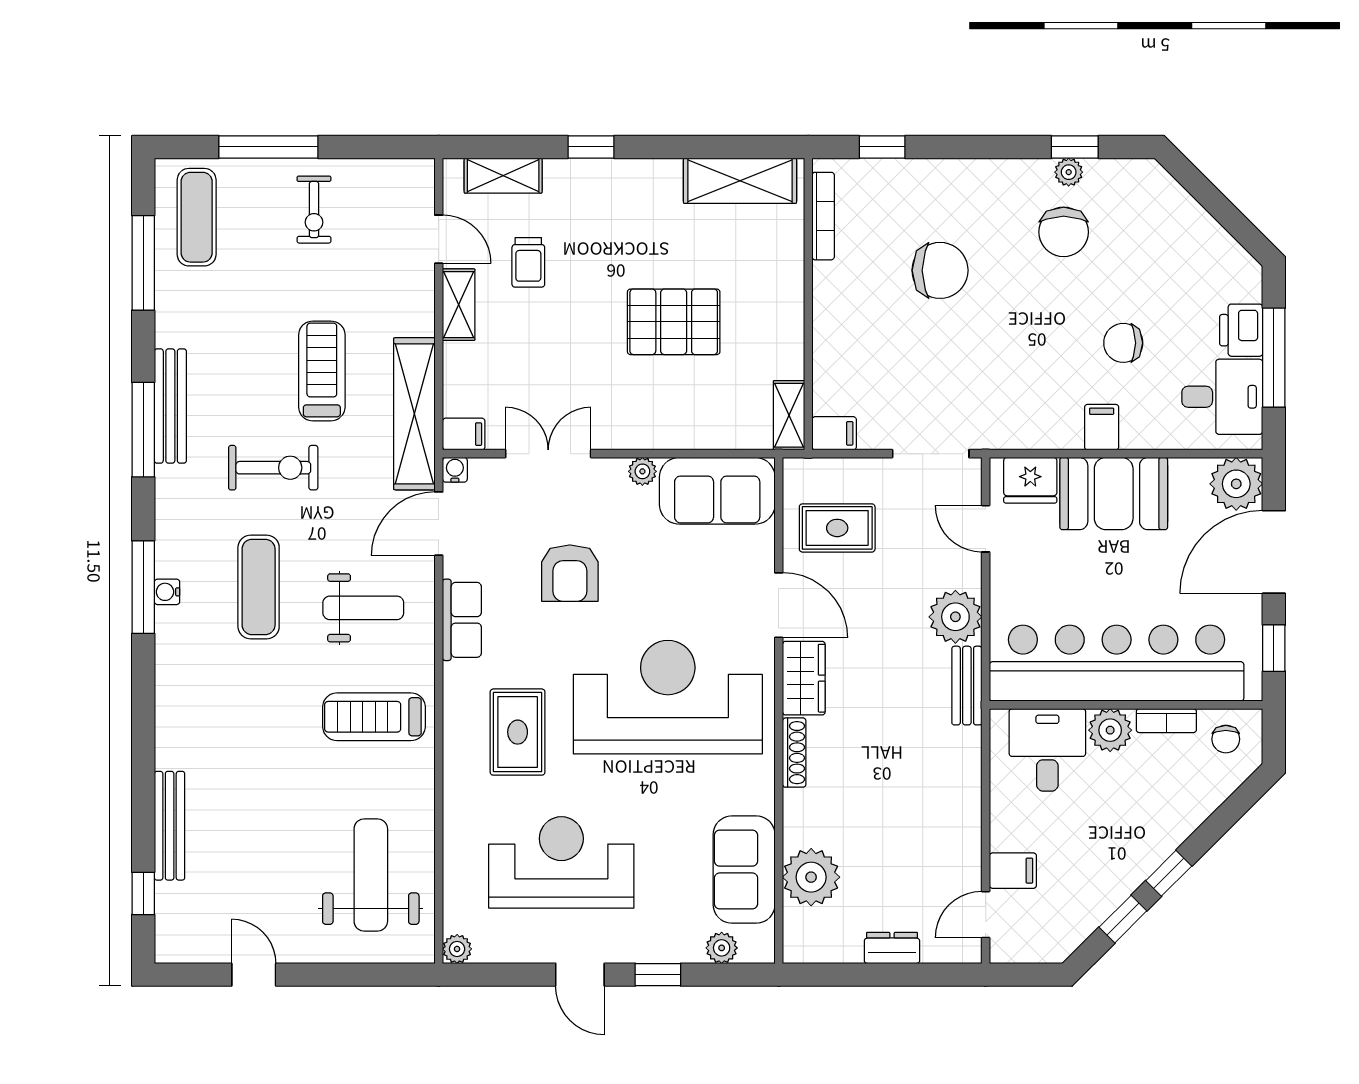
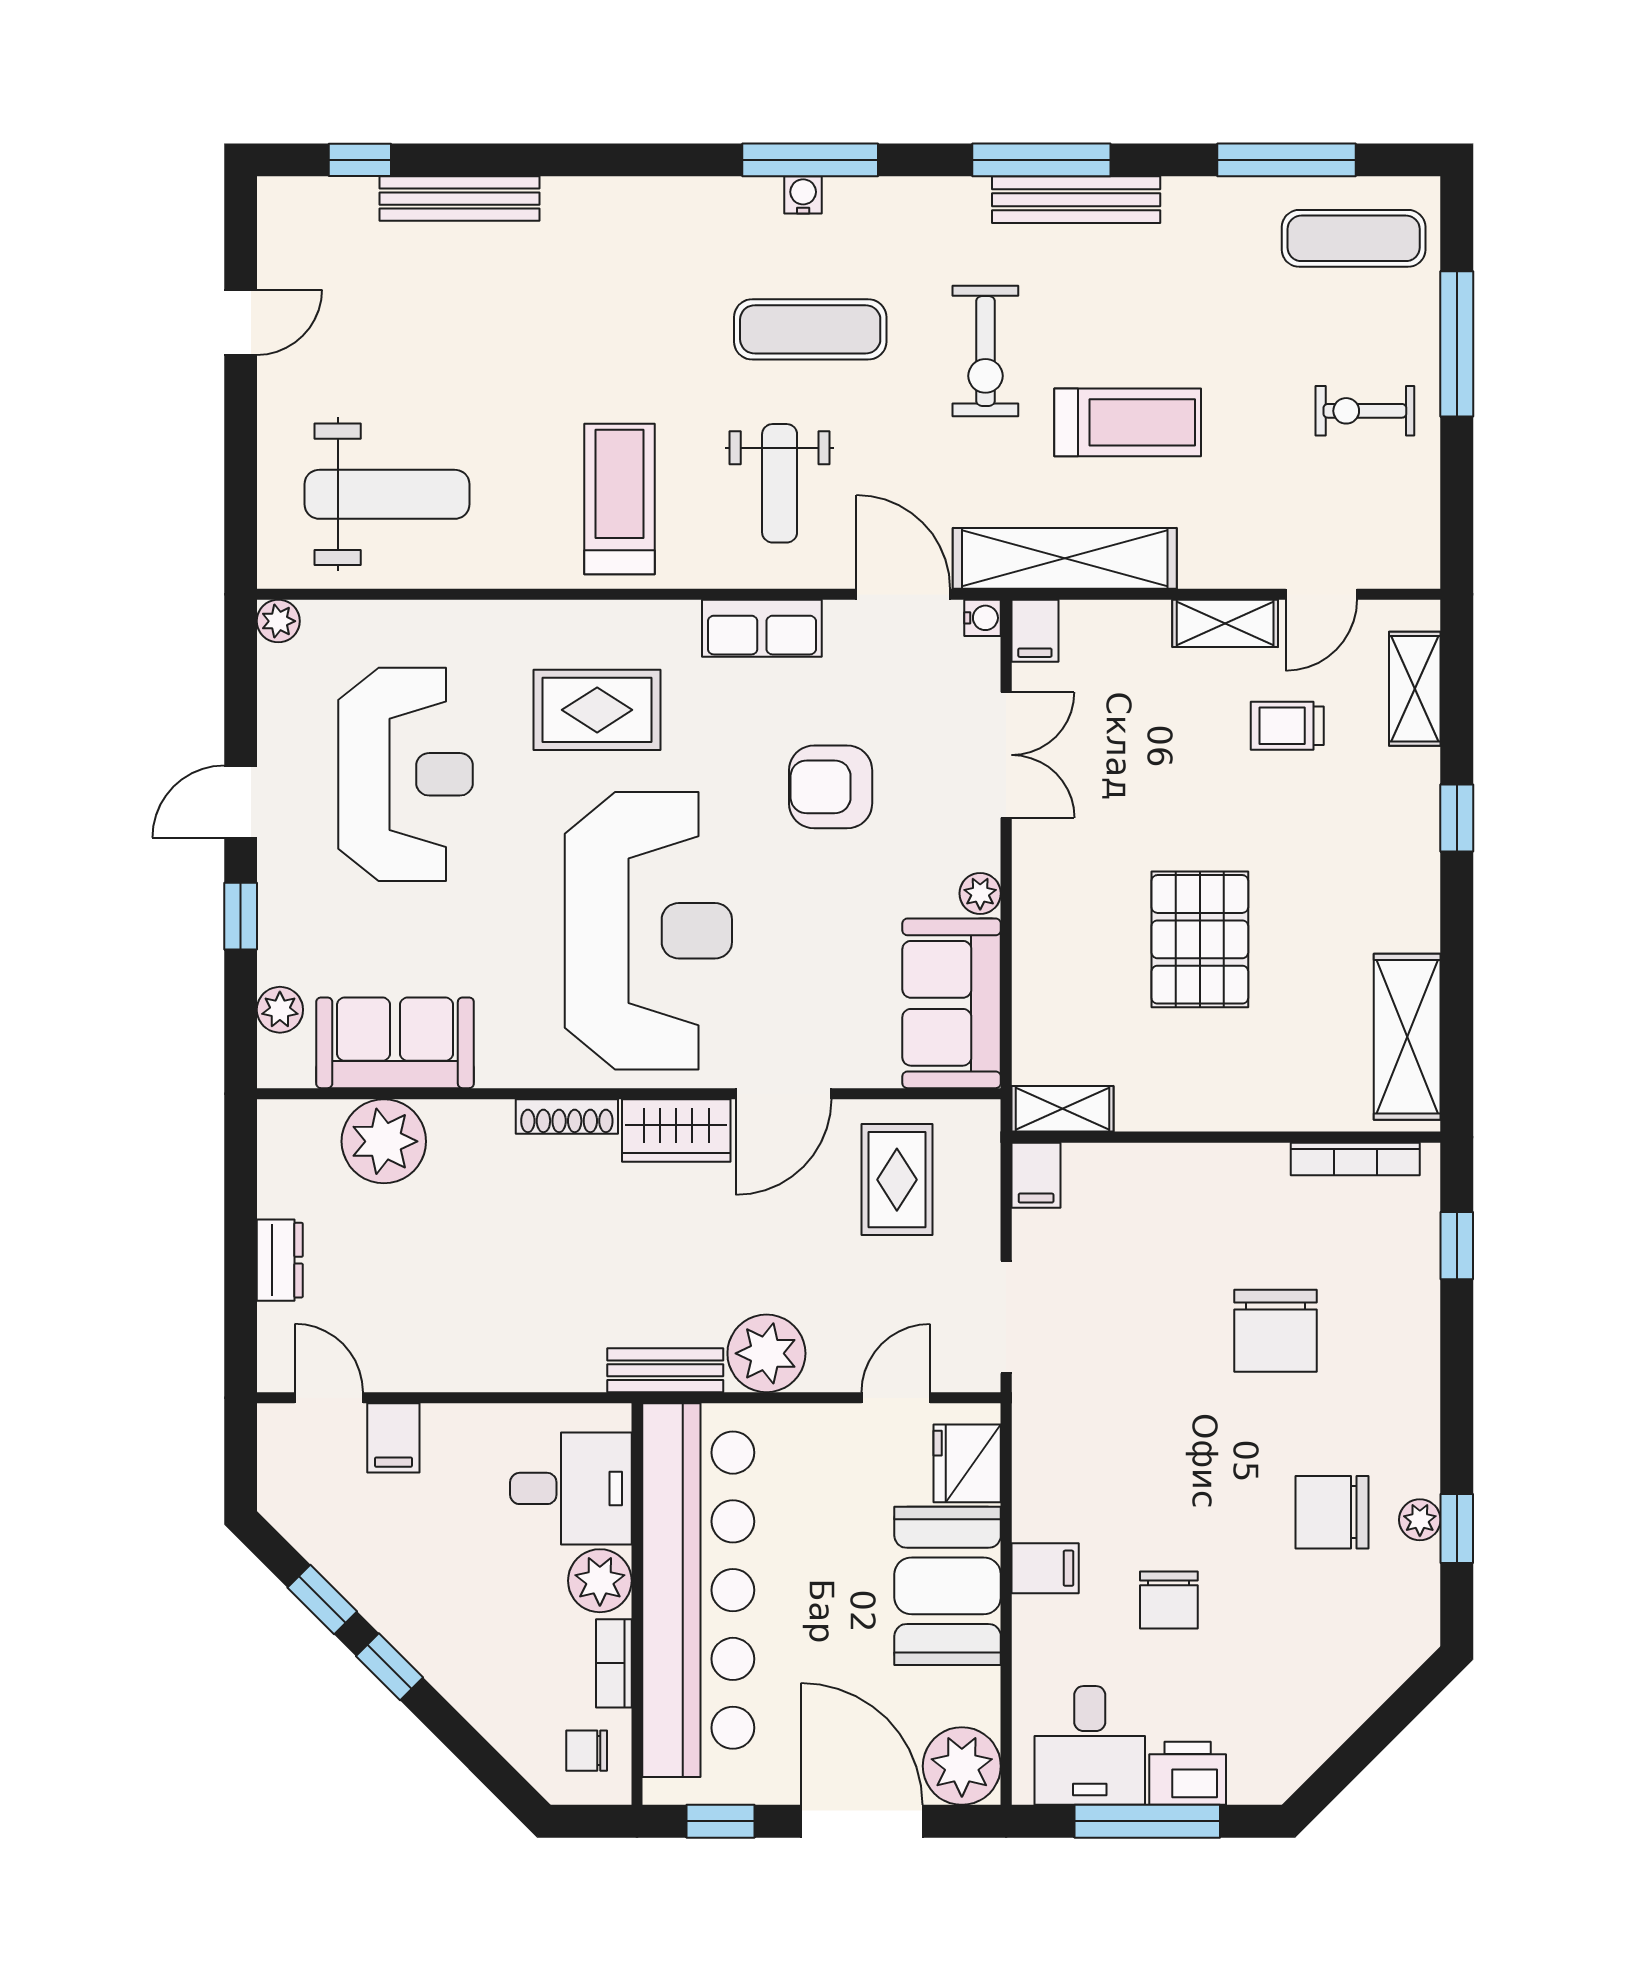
chair: (1123, 343) -> (1169, 1600), turned 180

